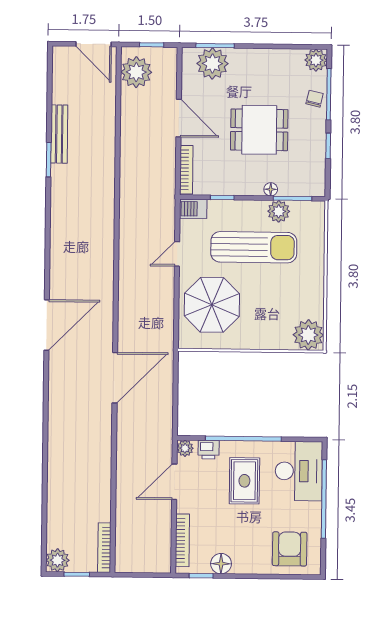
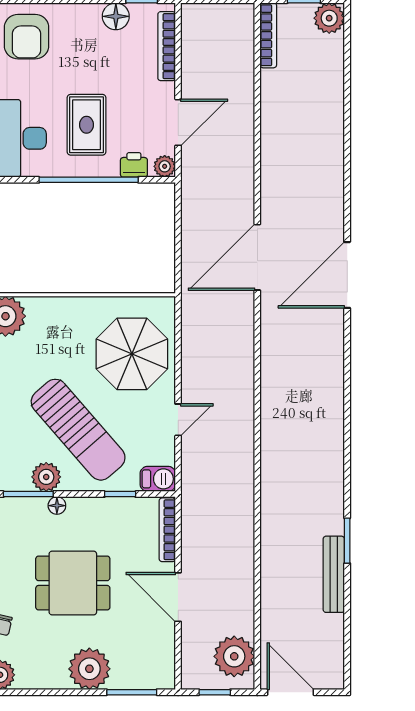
plant: (212, 64) -> (89, 669), moved
sun lounger: (254, 247) -> (78, 430), turned -131
door: (47, 325) -> (347, 275), moved

